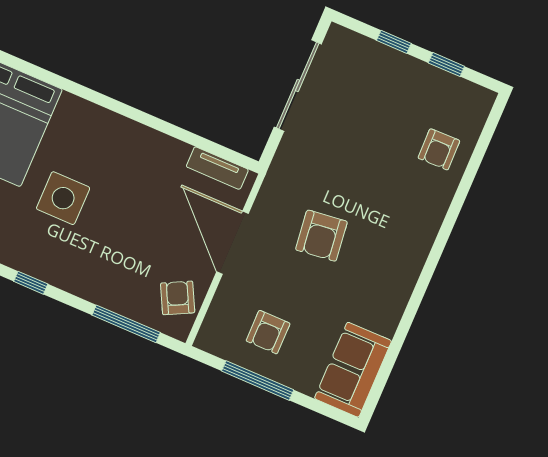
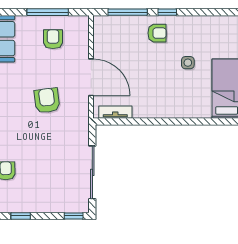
window: (394, 42) -> (74, 216), moved
side table: (63, 198) -> (188, 63), width x0.54, depth x0.54
window: (31, 283) -> (167, 12), moved
armchair: (178, 298) -> (157, 33), moved, turned -63

